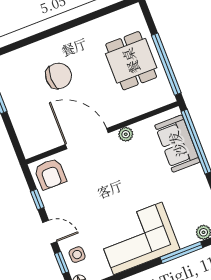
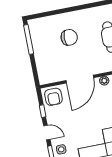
door: (87, 139) -> (80, 79), swing flipped

